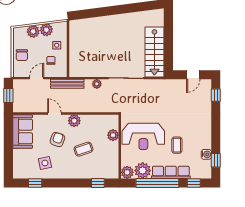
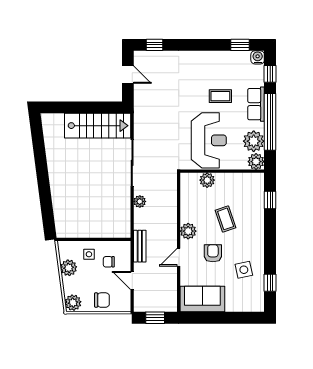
plant: (33, 31) -> (73, 303), moved
bench: (67, 84) -> (140, 246), width x0.73
armchair: (57, 140) -> (213, 253), turned 71
water cooler: (206, 154) -> (258, 57), moved
row of seats: (171, 172) -> (256, 104), width x0.68

